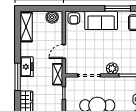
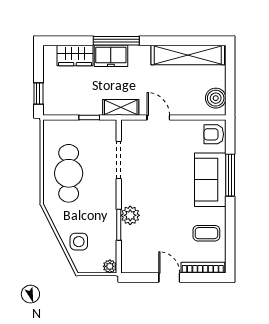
window: (118, 8) -> (230, 175), moved
shelving: (26, 27) -> (188, 55), width x1.47
freezer: (27, 67) -> (111, 56), moved
plant: (112, 69) -> (130, 215), moved

